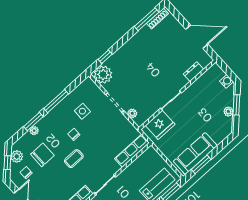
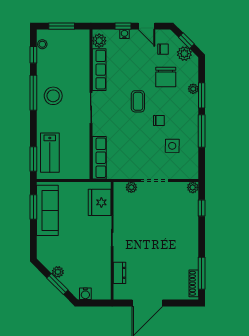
plant: (103, 75) -> (193, 187), width x0.53, depth x0.53

